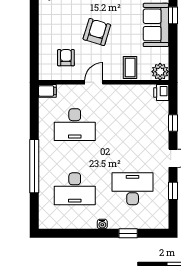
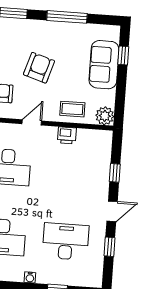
coffee table: (130, 68) -> (72, 109), turned 90
printer: (161, 93) -> (67, 135), moved, turned -90

